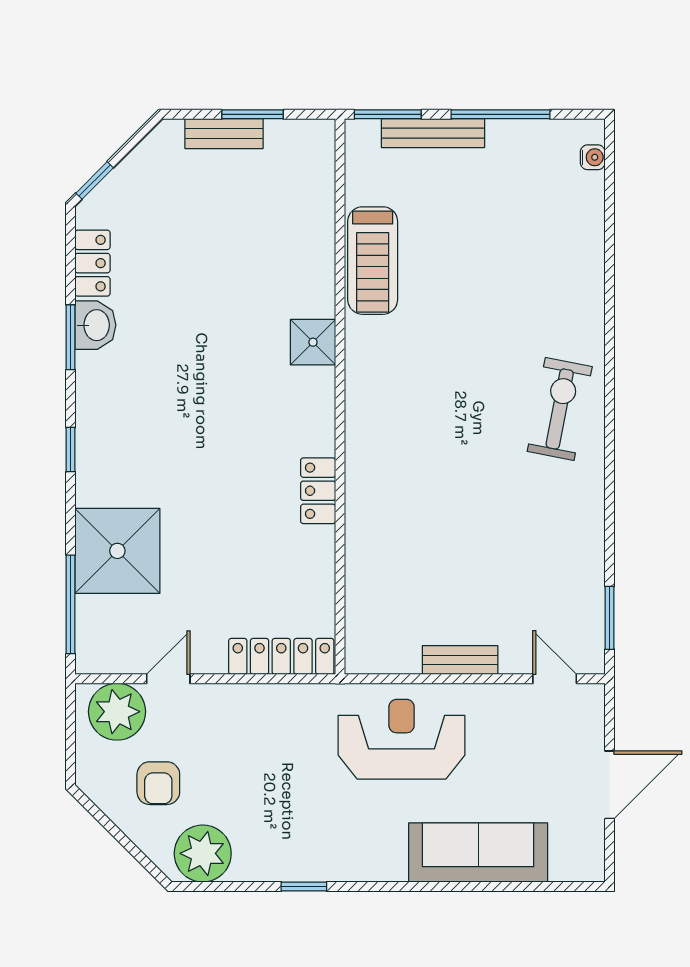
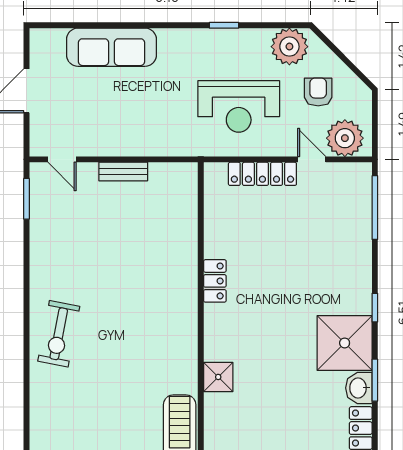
shower: (117, 551) -> (345, 343), moved
locker: (281, 656) -> (262, 174), moved
door: (168, 679) -> (312, 159), swing flipped
reception desk: (402, 739) -> (239, 106), moved

